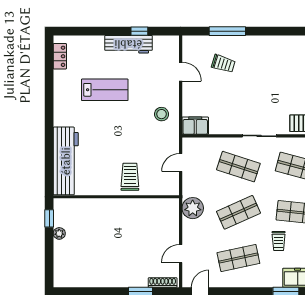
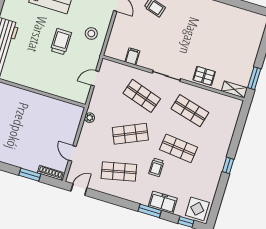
filing cabinet: (195, 126) -> (132, 56), moved, width x0.50
trolley: (130, 177) -> (61, 42), moved
plant: (193, 208) -> (90, 118), width x0.53, depth x0.53
door: (181, 254) -> (72, 153), hinge flipped

